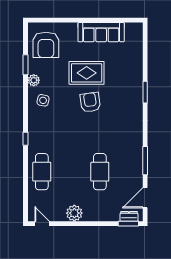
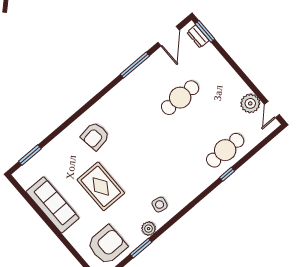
window: (145, 92) -> (30, 155), moved
armchair: (90, 102) -> (95, 136), moved
window: (25, 139) -> (227, 174), moved
door: (145, 198) -> (169, 36), hinge flipped
plant: (74, 213) -> (250, 103), moved

